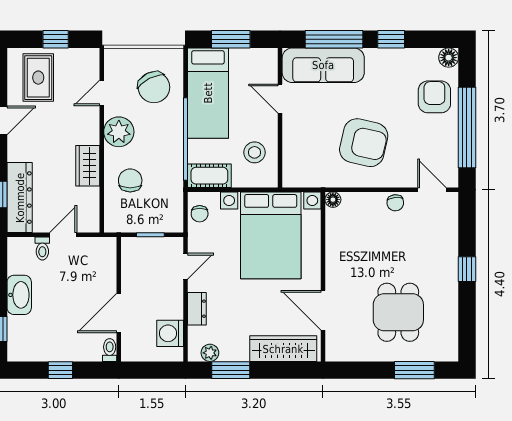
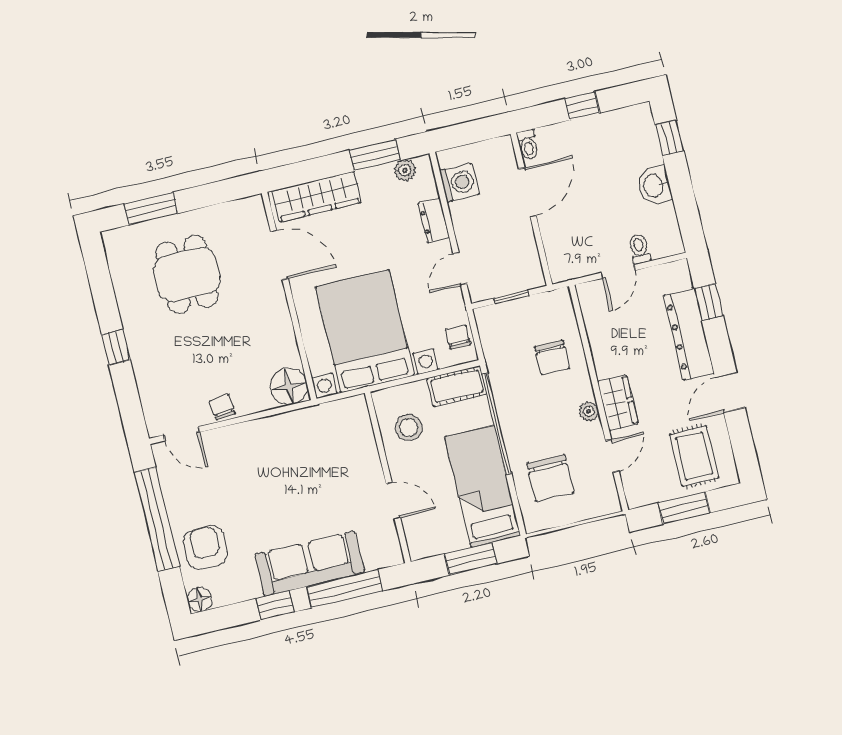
window: (56, 39) -> (684, 508), width x1.50
sofa: (323, 65) -> (310, 563), moved
chair: (154, 87) -> (550, 478), turned -153
armchair: (434, 97) -> (205, 548), turned 180
plant: (119, 132) -> (589, 411), width x0.53, depth x0.53
armchair: (364, 143) -> (278, 471), removed
wardrobe: (88, 166) -> (618, 403), moved
dresser: (20, 198) -> (689, 334), moved
floor lamp: (333, 200) -> (289, 386), width x1.89, depth x1.89
washbasin: (19, 295) -> (654, 186), width x0.72

